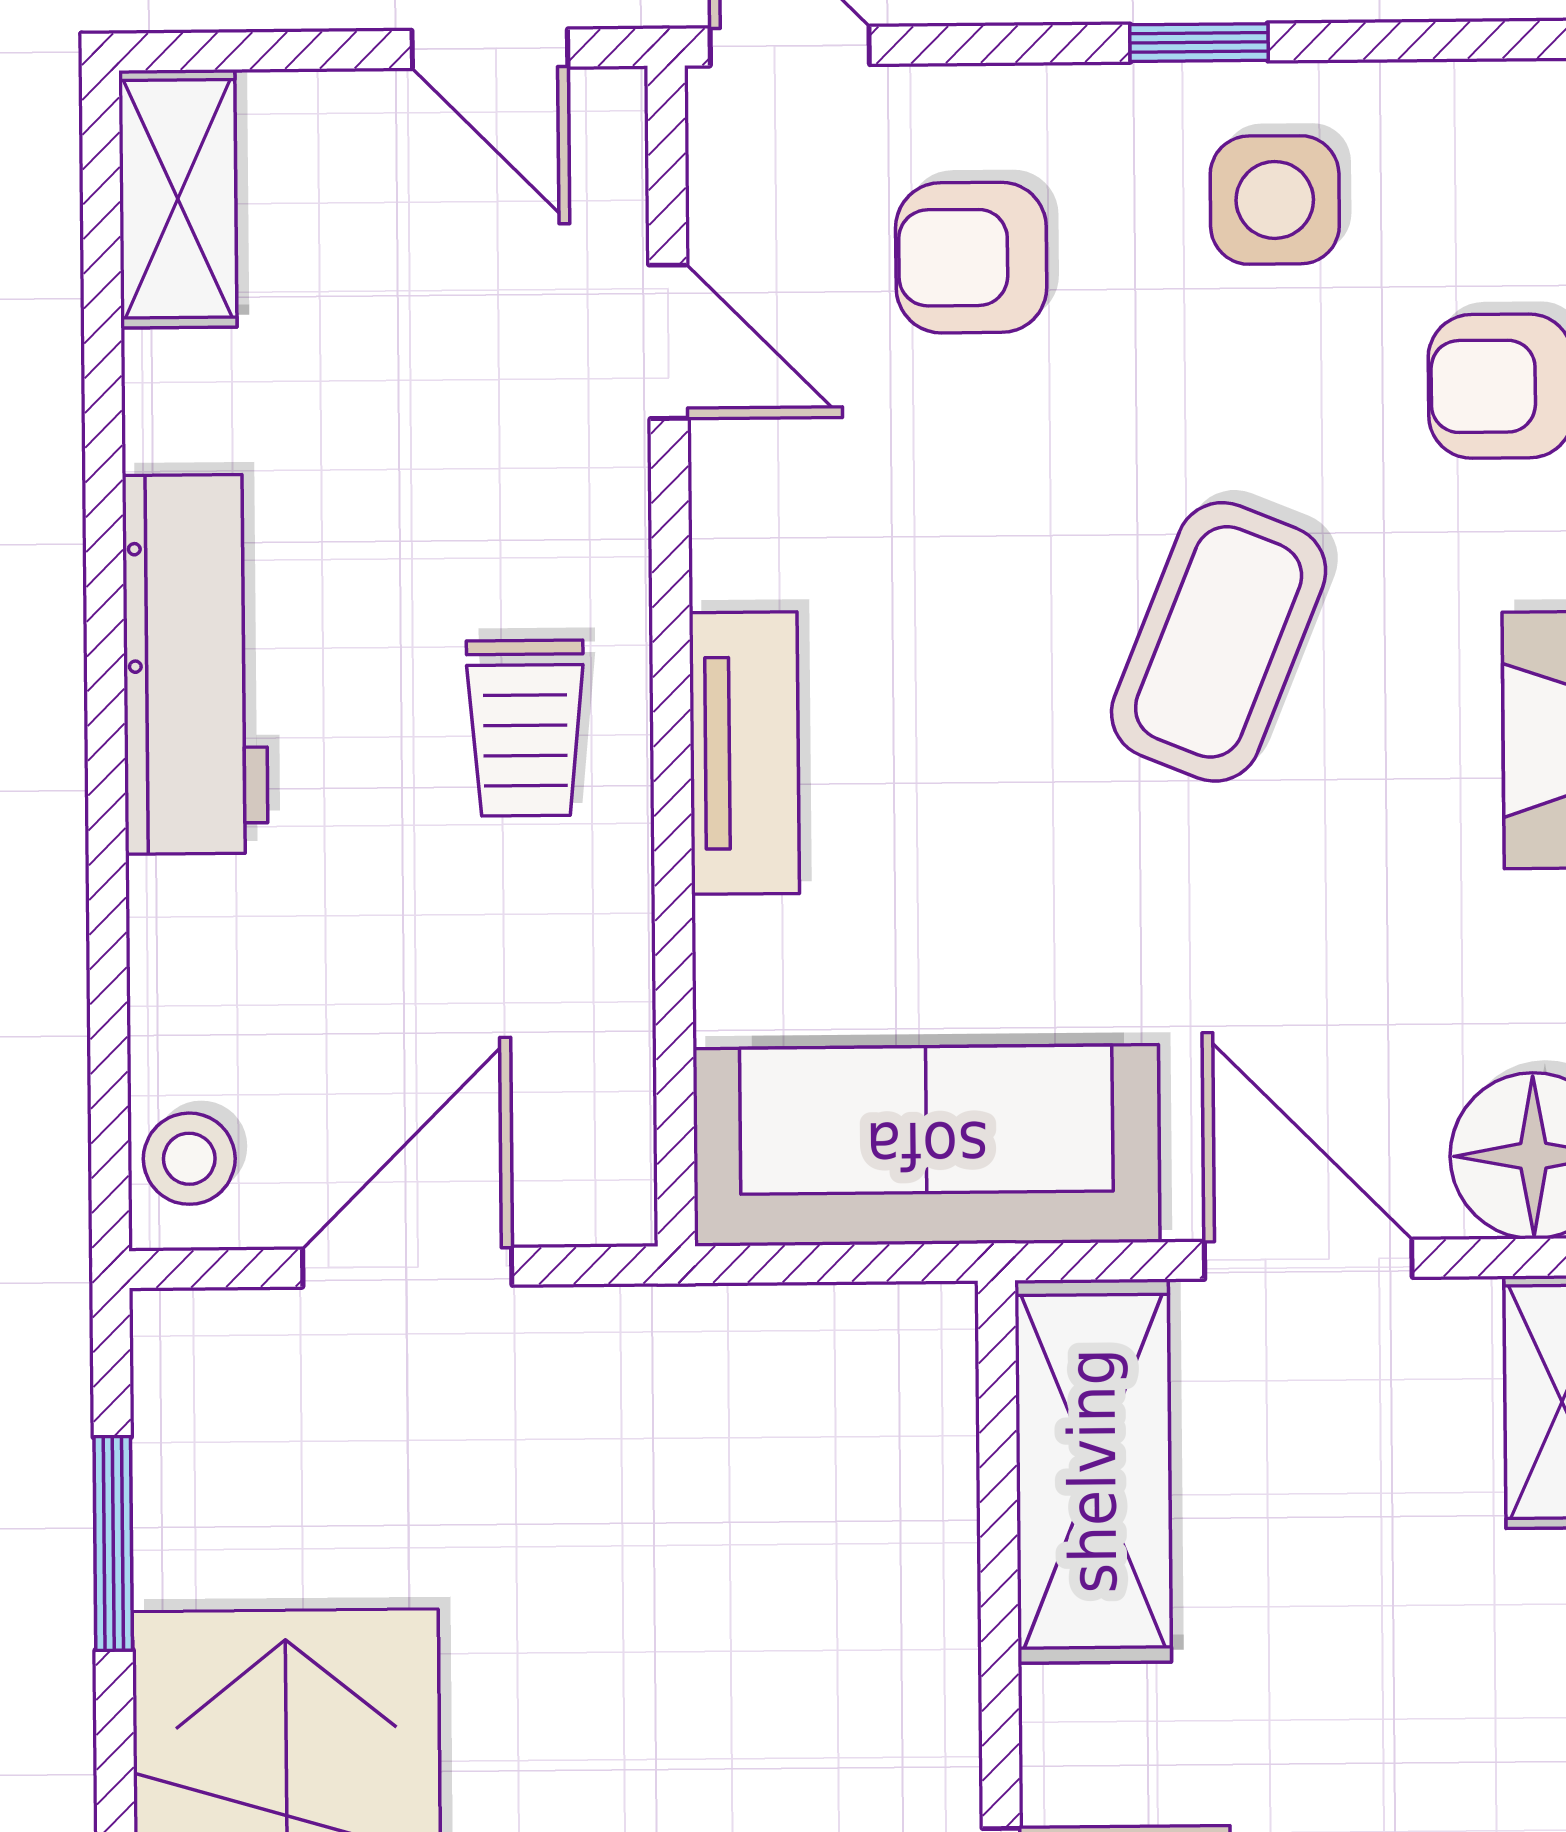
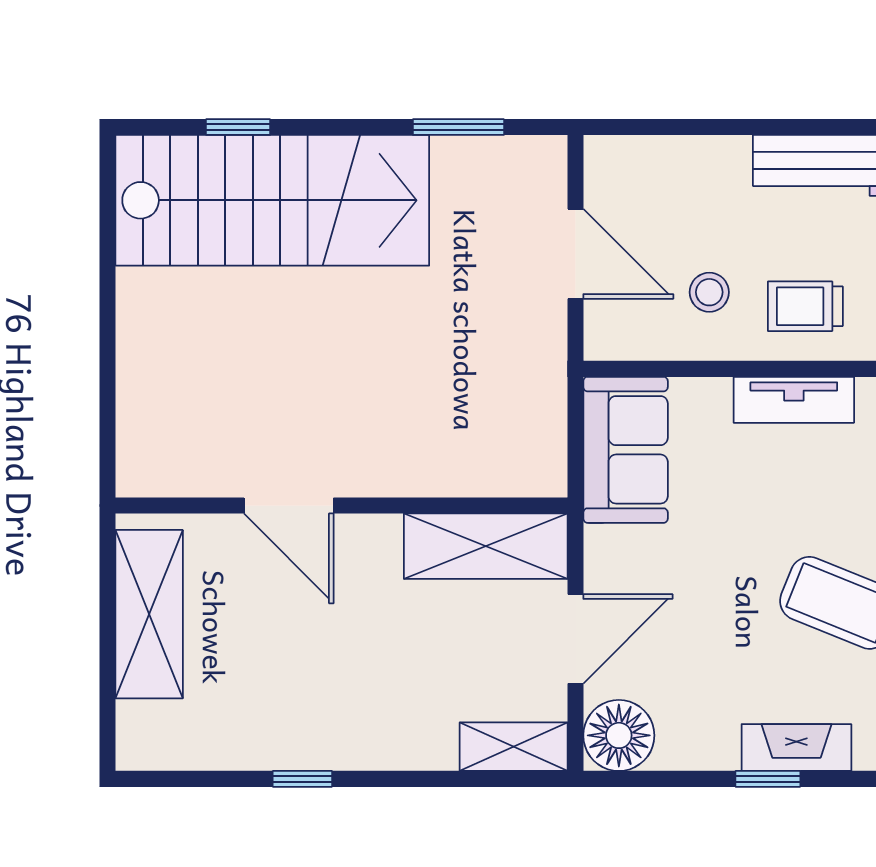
sofa: (927, 1145) -> (626, 450), width x0.73
stool: (189, 1159) -> (709, 292), moved

